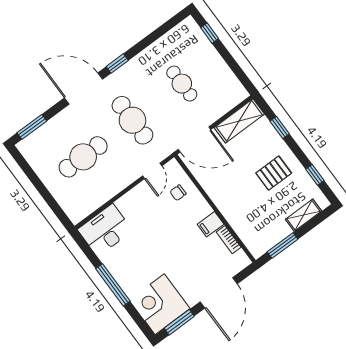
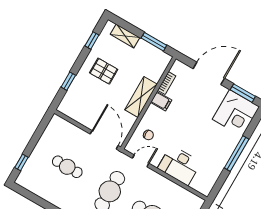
cafe table: (182, 84) -> (67, 167), turned 90
shelving: (239, 121) -> (141, 97), moved, turned 90
desk: (105, 230) -> (179, 165), moved

